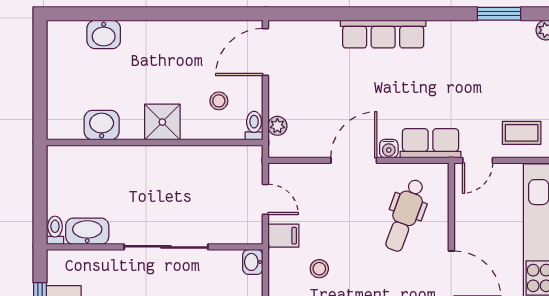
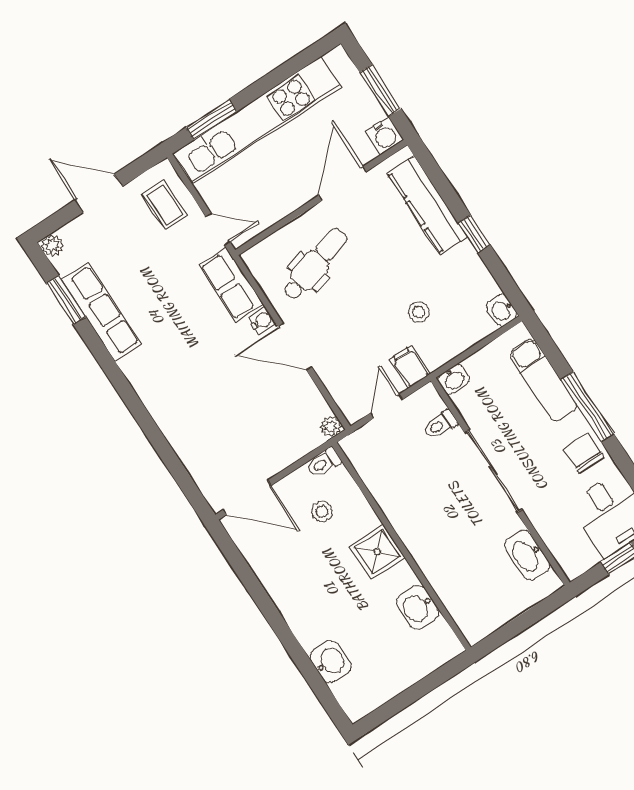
row of seats: (383, 34) -> (101, 312), moved
plant: (277, 126) -> (331, 426), moved
dental chair: (405, 215) -> (315, 264), turned -37
toilet: (55, 230) -> (440, 424), moved

